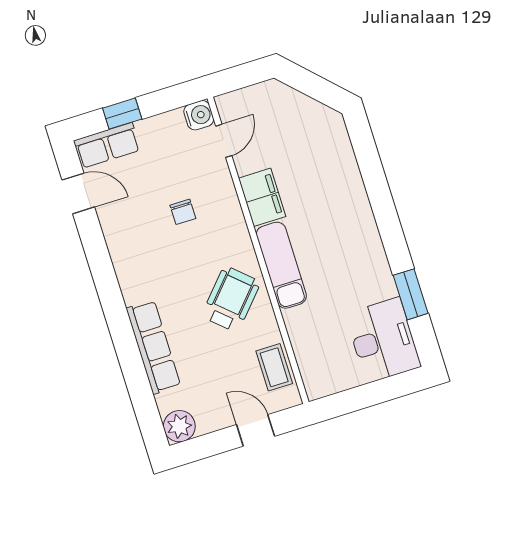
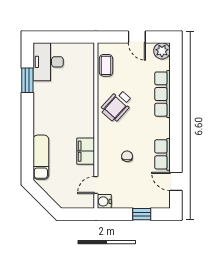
row of seats: (107, 145) -> (163, 154), moved, turned -90
exam couch: (281, 265) -> (41, 157), moved, turned 180
door: (256, 430) -> (137, 37), moved

